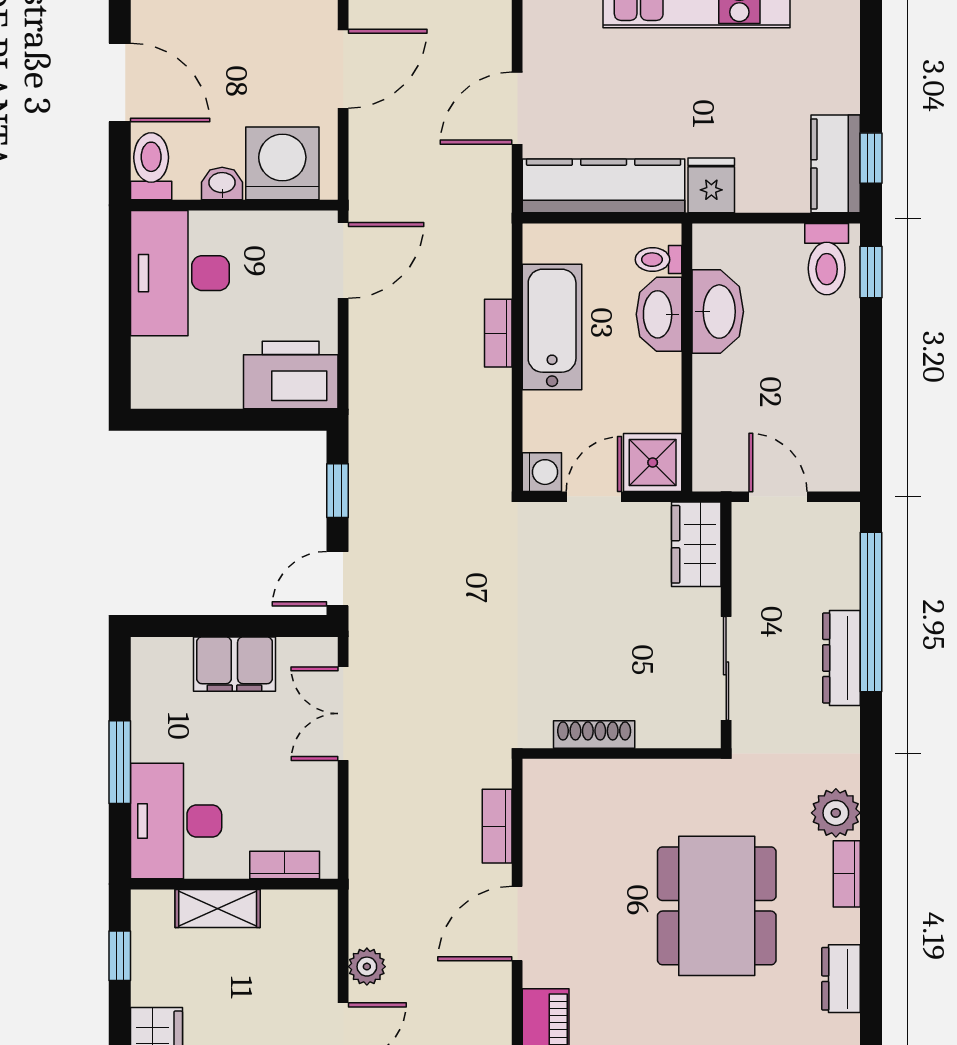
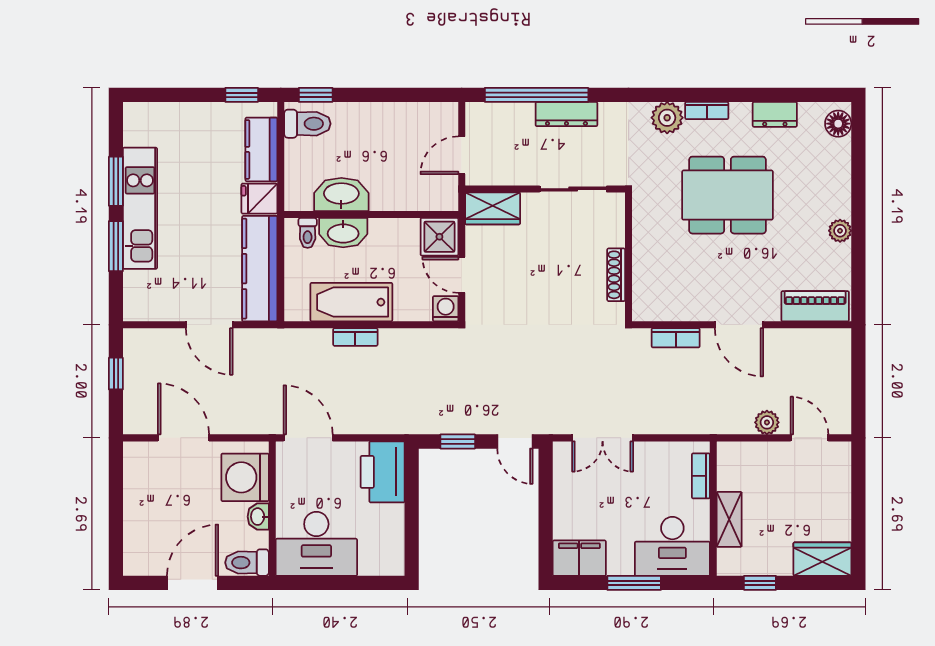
kitchen counter: (836, 164) -> (261, 149), moved, turned 90
filing cabinet: (234, 664) -> (579, 558), moved, turned -90

